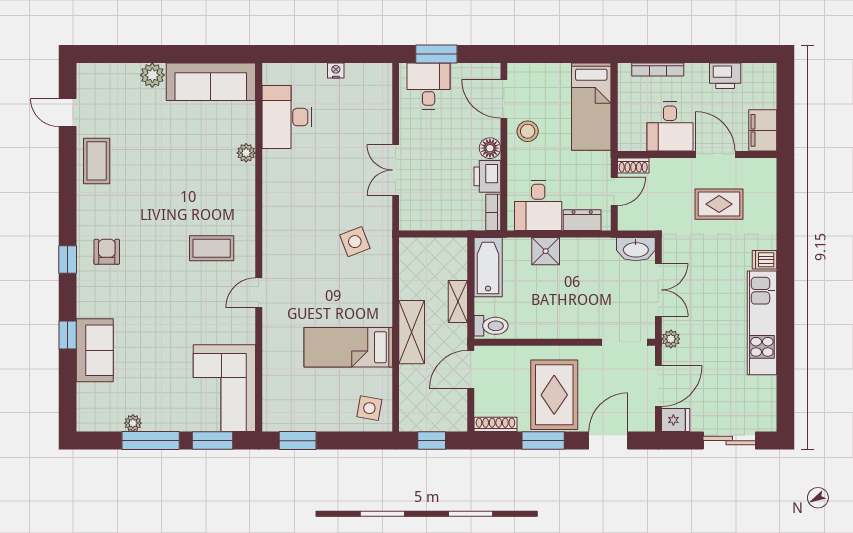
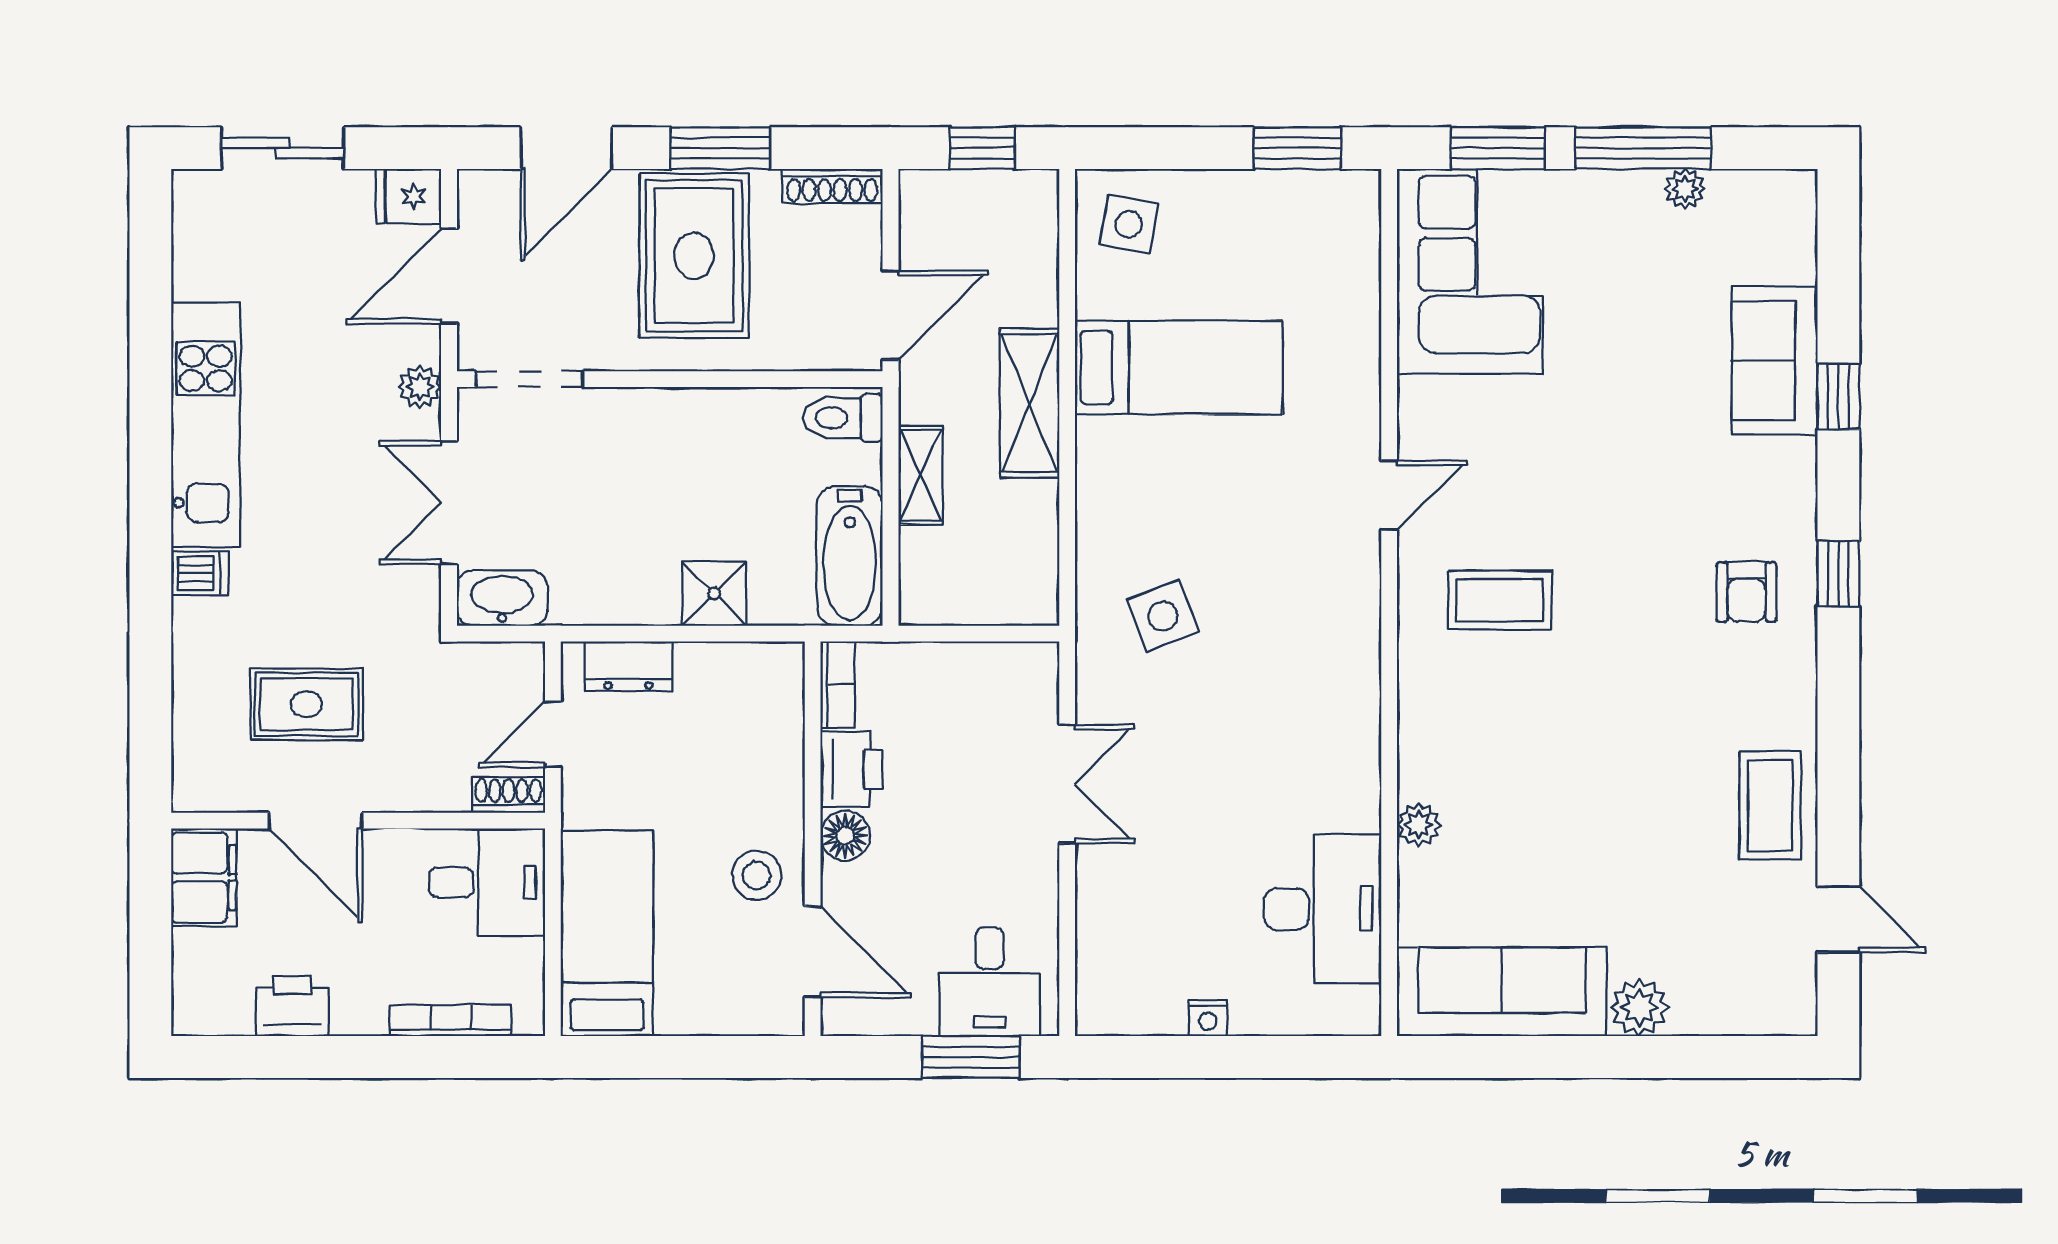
desk: (670, 127) -> (487, 882), moved, turned 90
desk: (538, 205) -> (732, 701), removed

